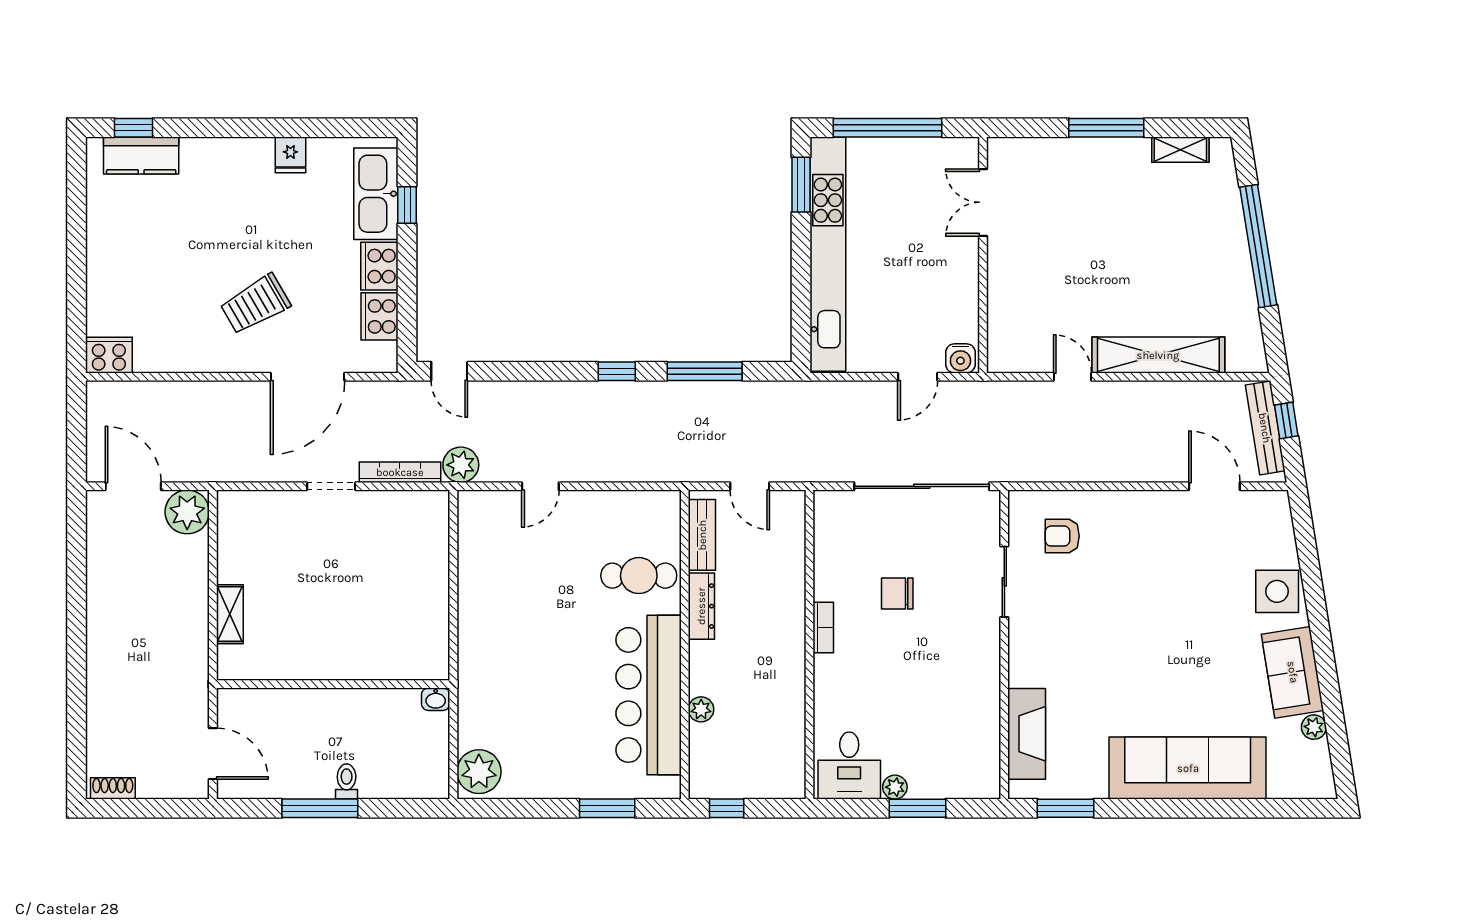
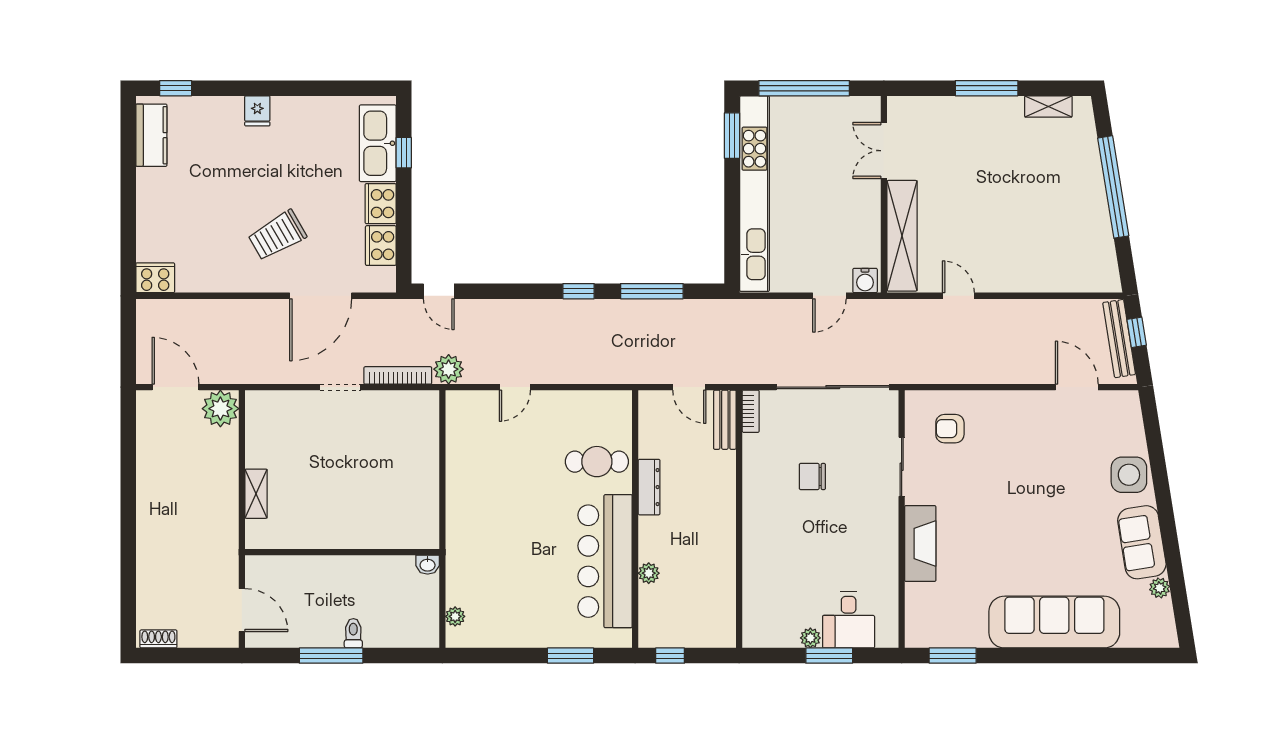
fridge: (290, 155) -> (257, 111), moved
kitchen counter: (141, 156) -> (151, 135), moved, turned -90
shelving: (1158, 355) -> (902, 236), moved, turned 90
bench: (702, 535) -> (725, 420), moved
bookcase: (823, 627) -> (751, 411), moved
fireplace: (1027, 734) -> (920, 544), moved
desk: (849, 766) -> (849, 620), moved
plant: (479, 772) -> (455, 616), width x0.53, depth x0.53

